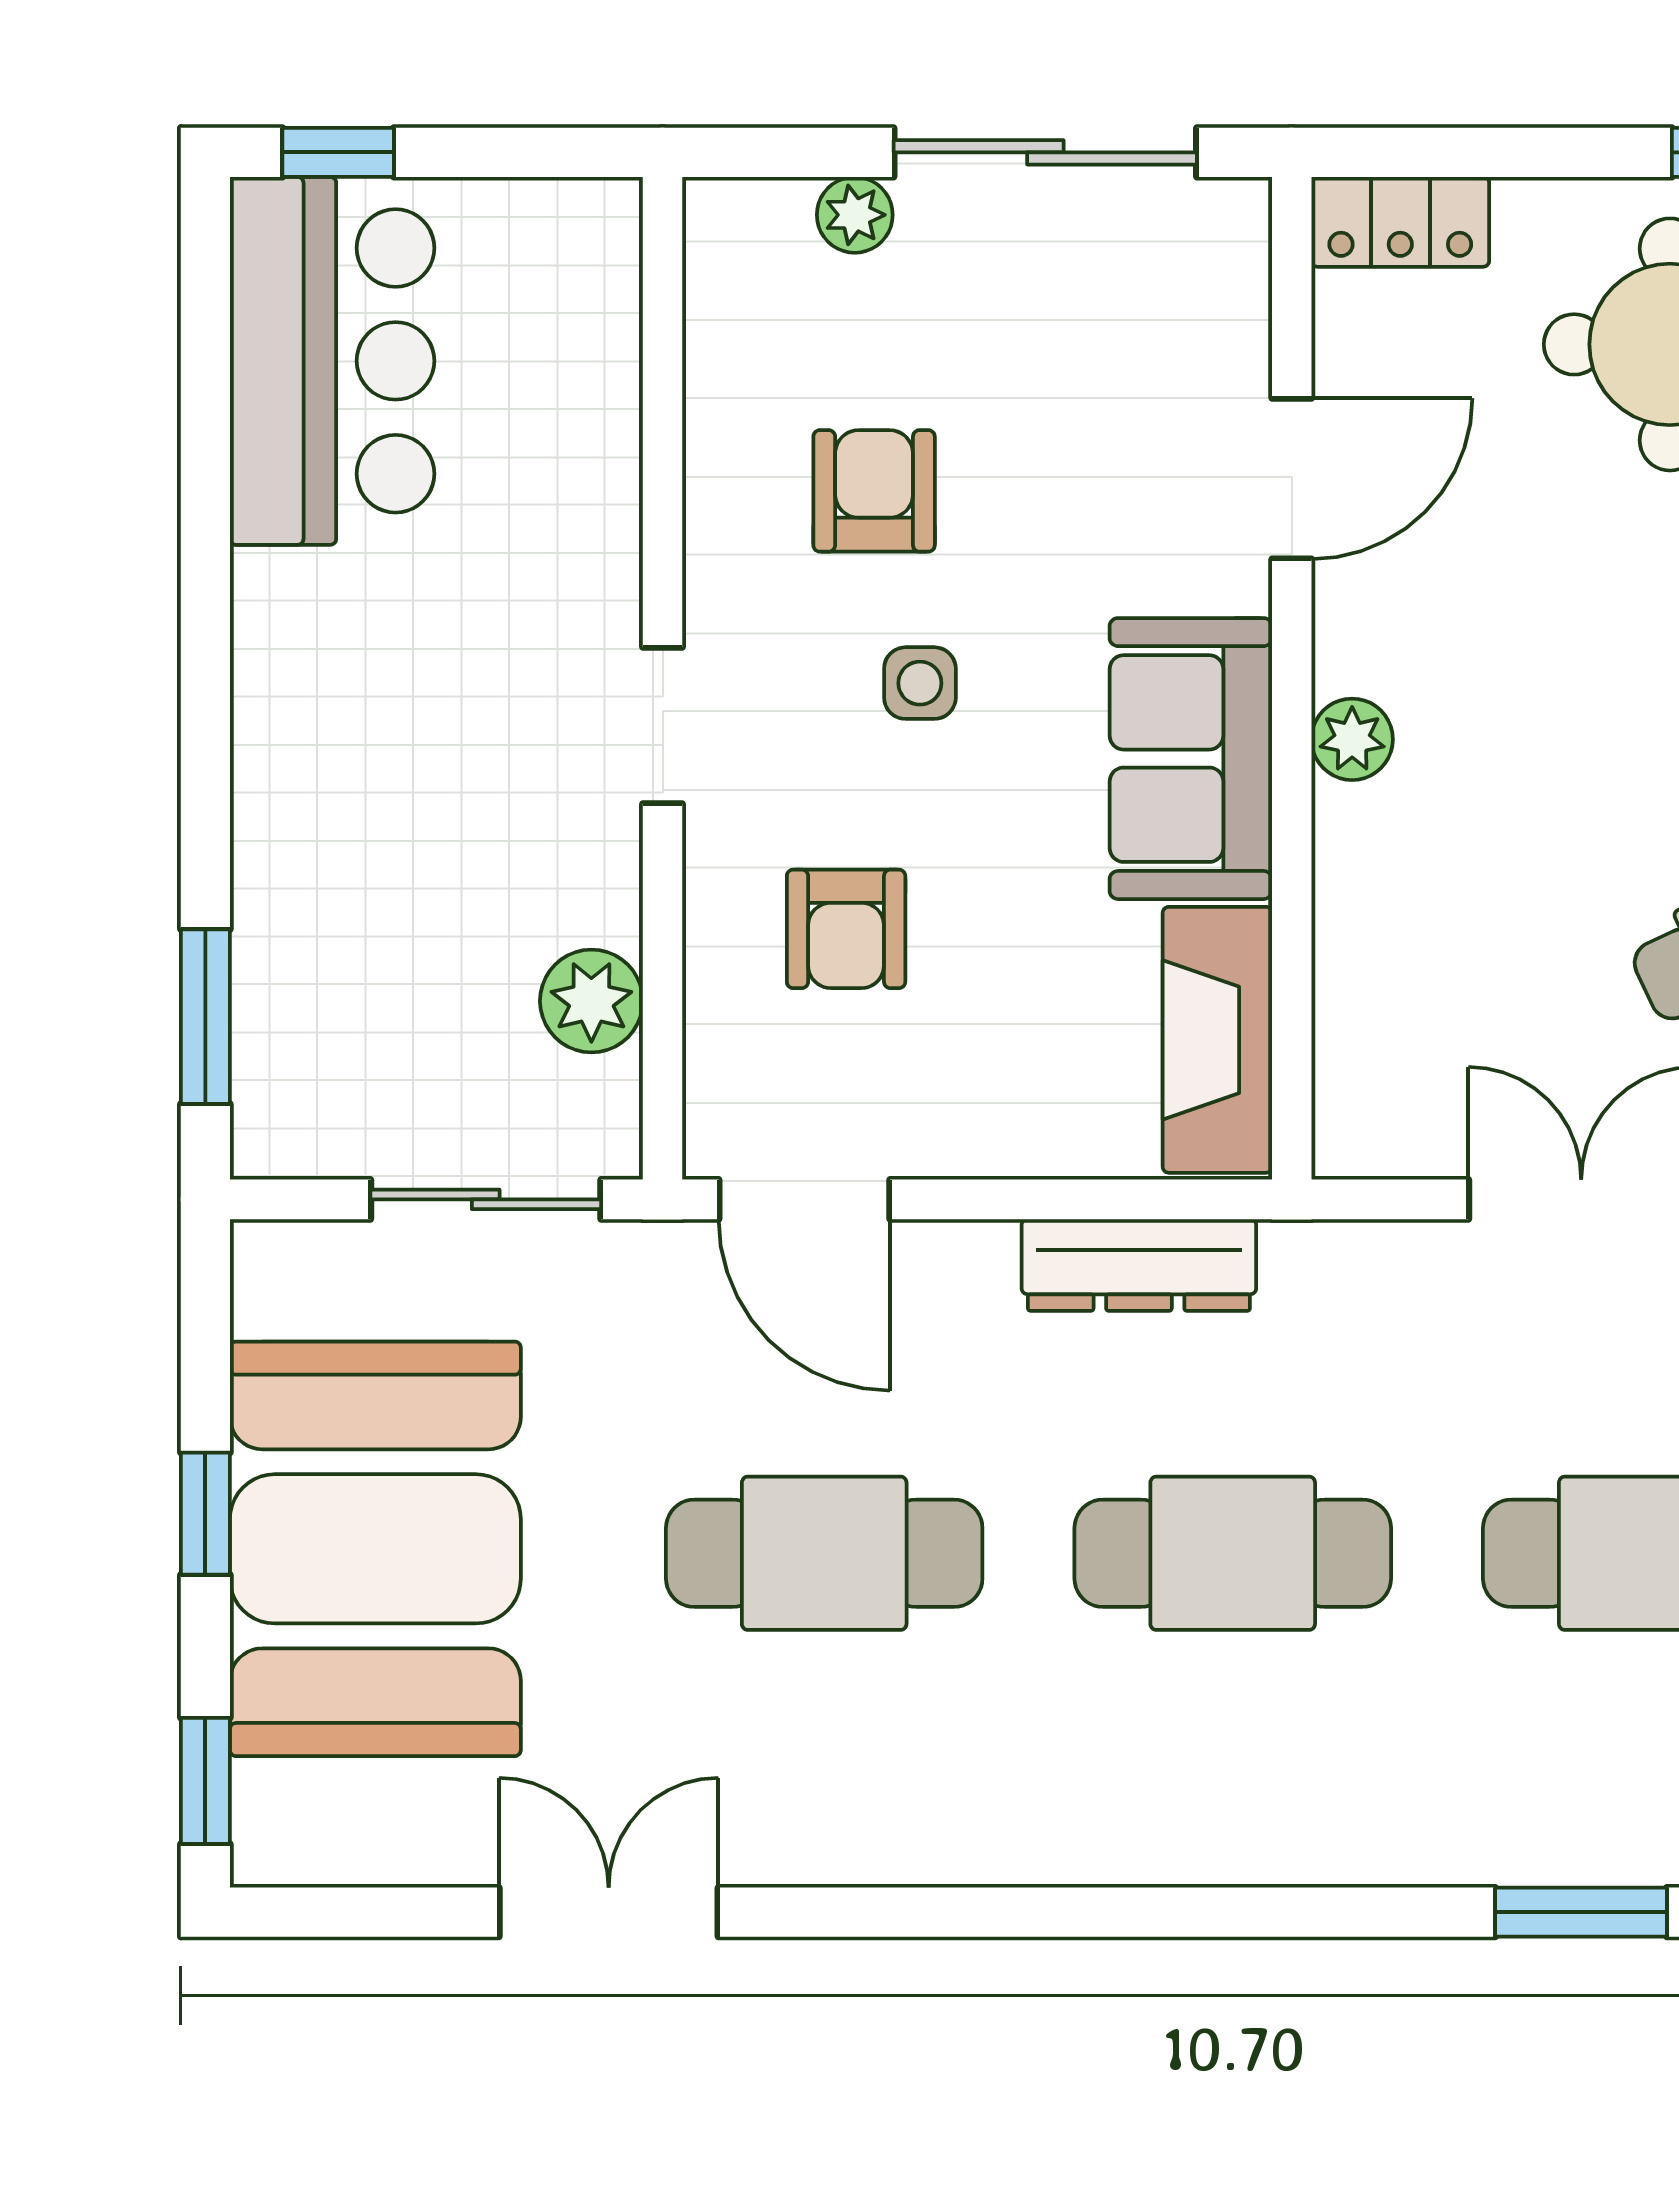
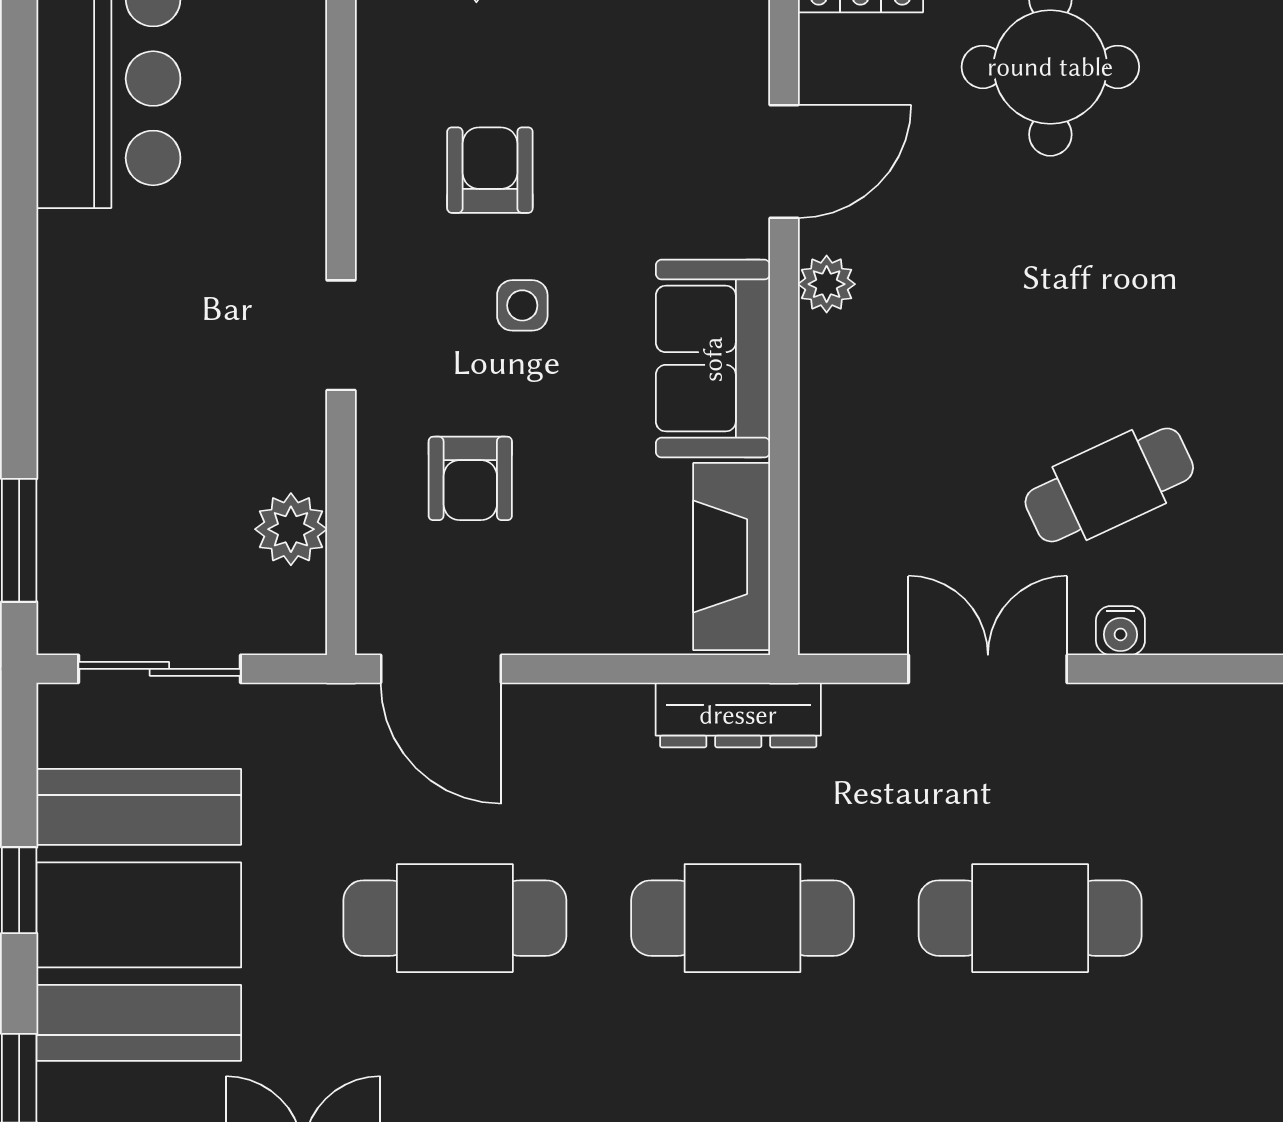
plant: (1352, 739) -> (827, 284), moved
sliding door: (486, 1199) -> (159, 669), moved
dresser: (1139, 1265) -> (738, 715), moved

